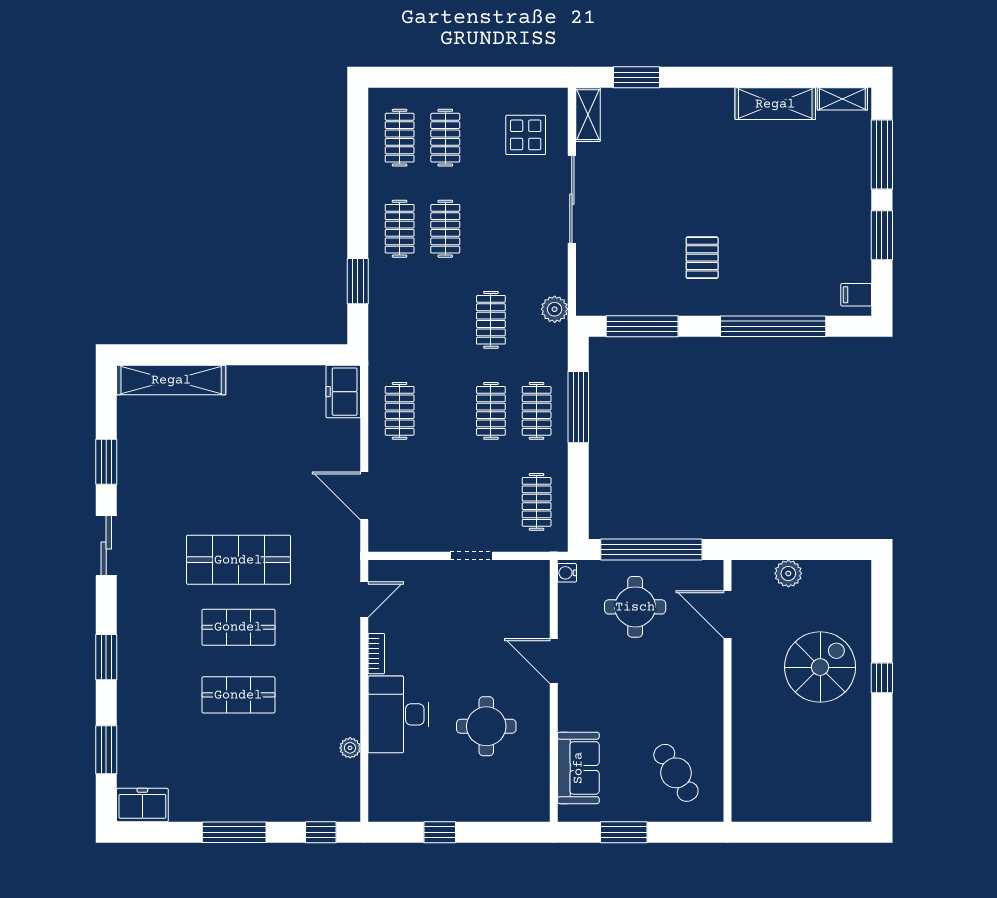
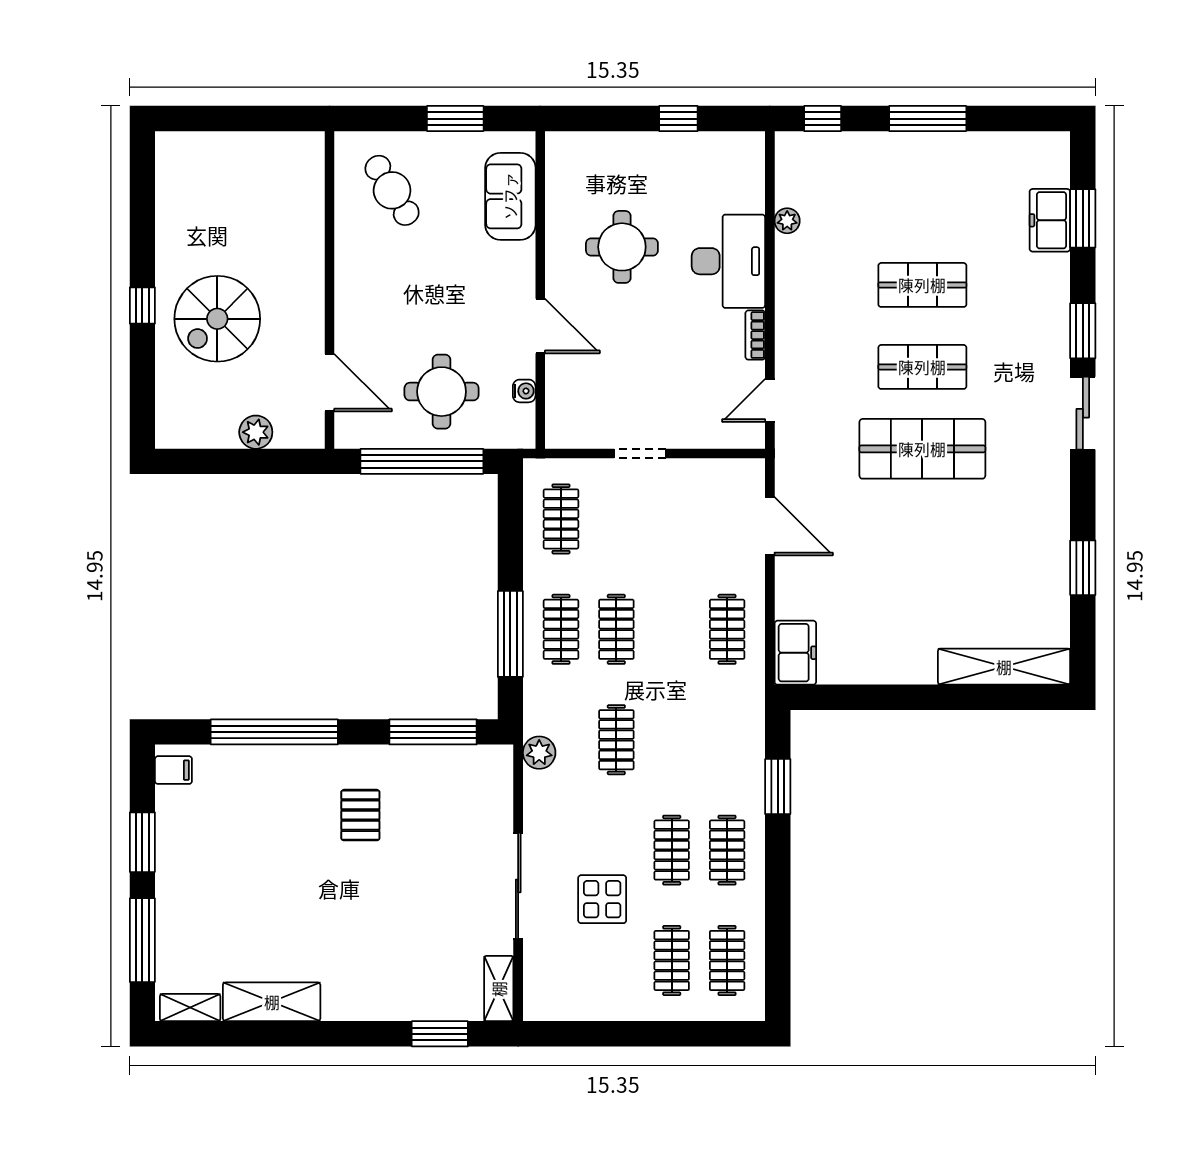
display table: (526, 135) -> (602, 899), moved
sliding door: (106, 545) -> (1083, 413), moved
water cooler: (567, 573) -> (524, 391), moved
freezer: (142, 805) -> (1050, 220), moved, turned 90

